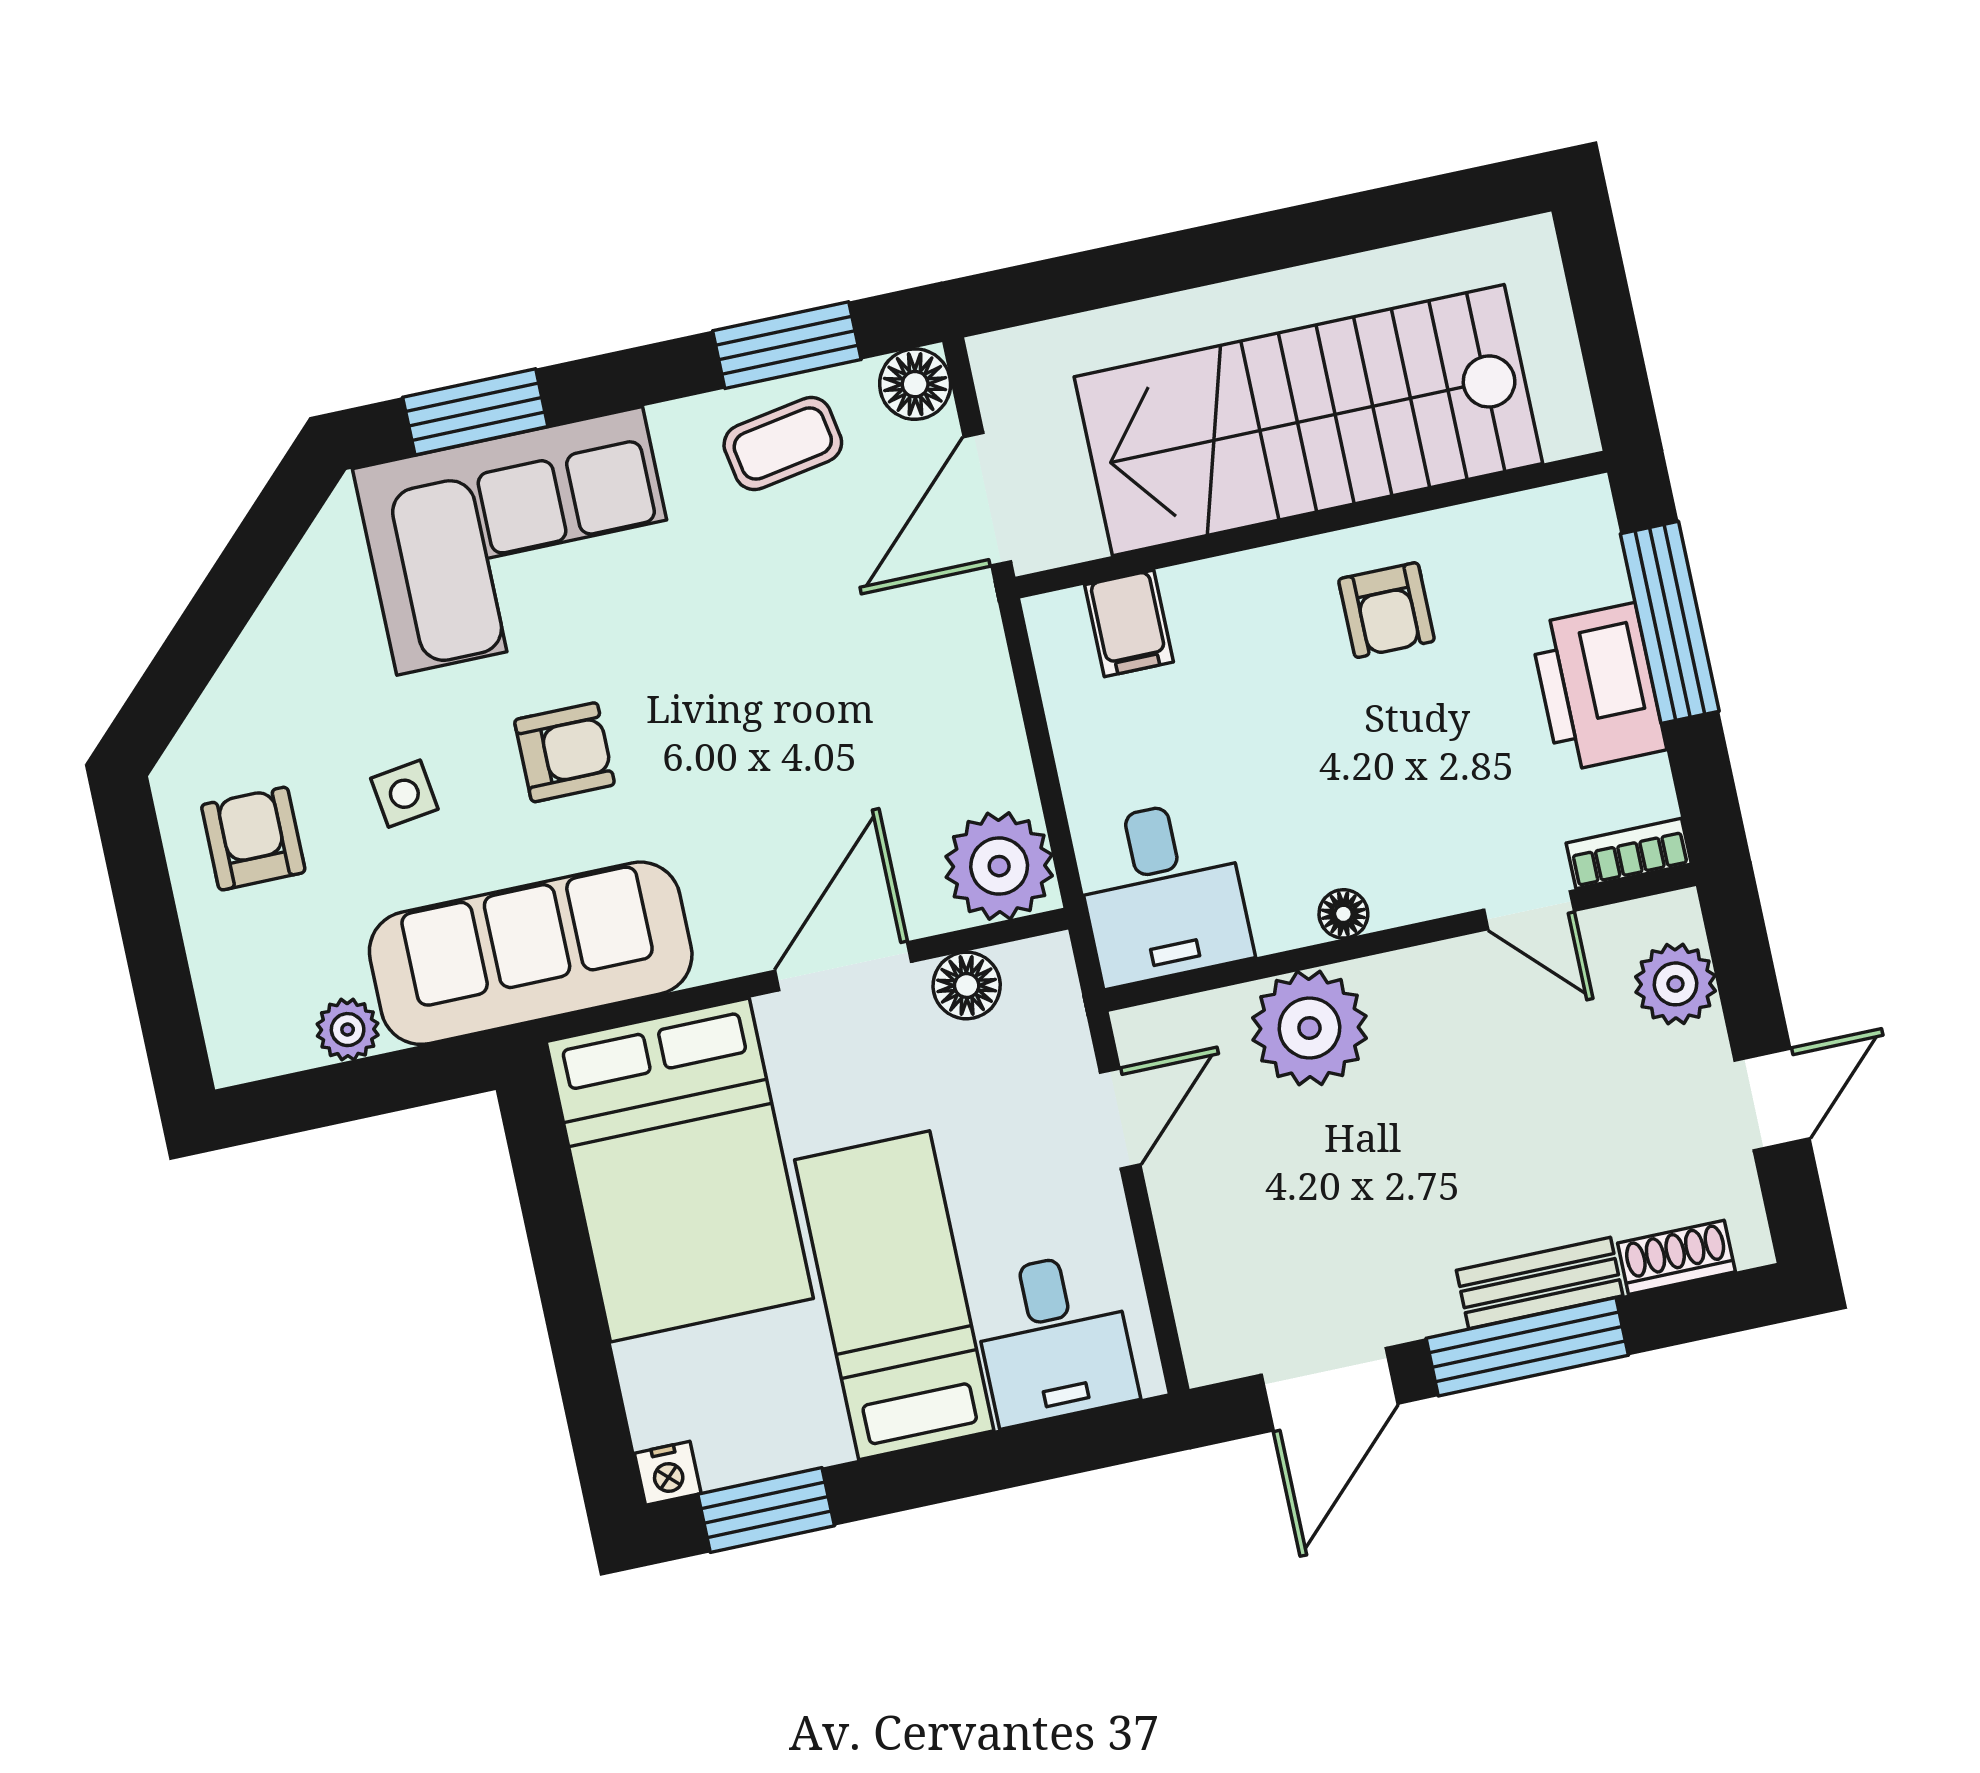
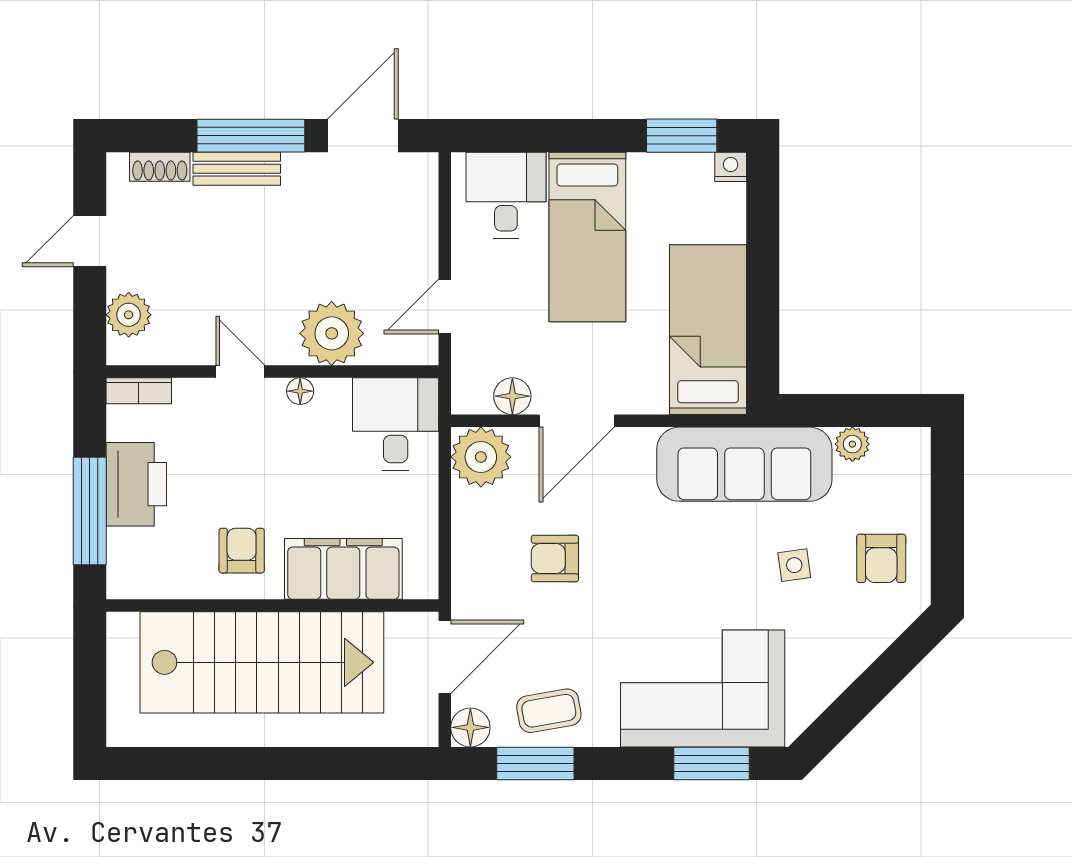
filing cabinet: (1129, 623) -> (343, 569), width x3.00, depth x1.17
armchair: (564, 752) -> (555, 558), moved
door: (1529, 910) -> (240, 372), moved
bed: (680, 1170) -> (708, 330), width x0.67

